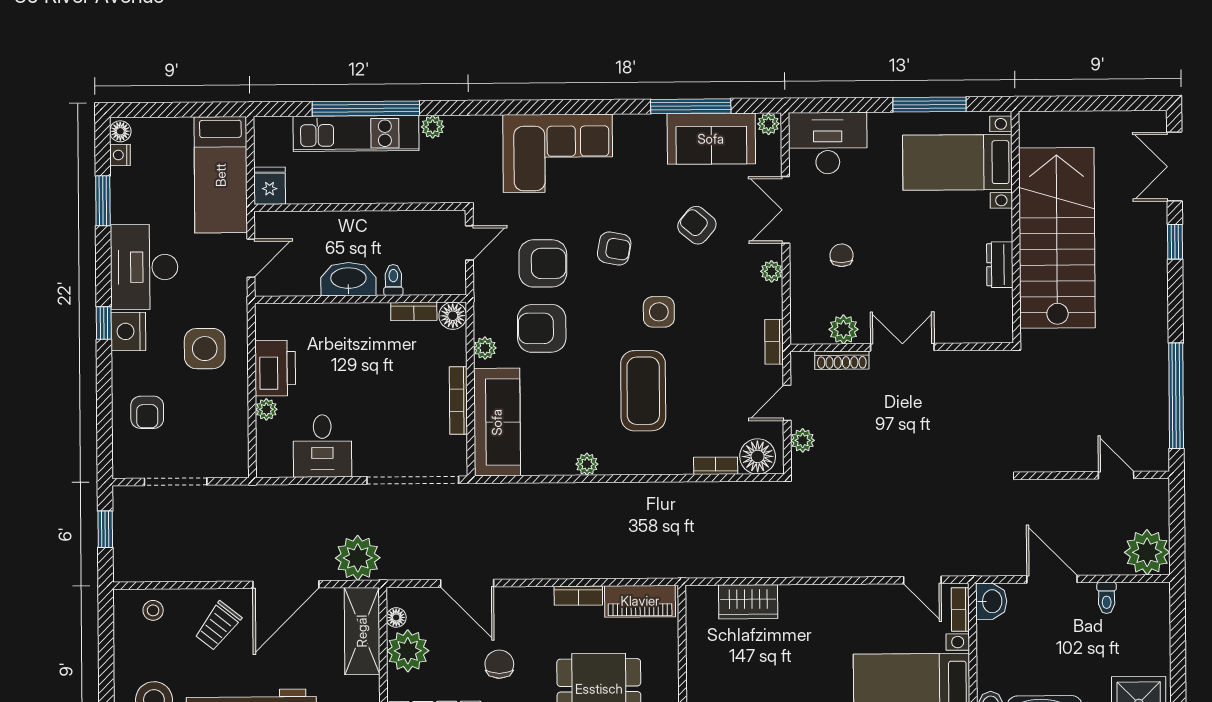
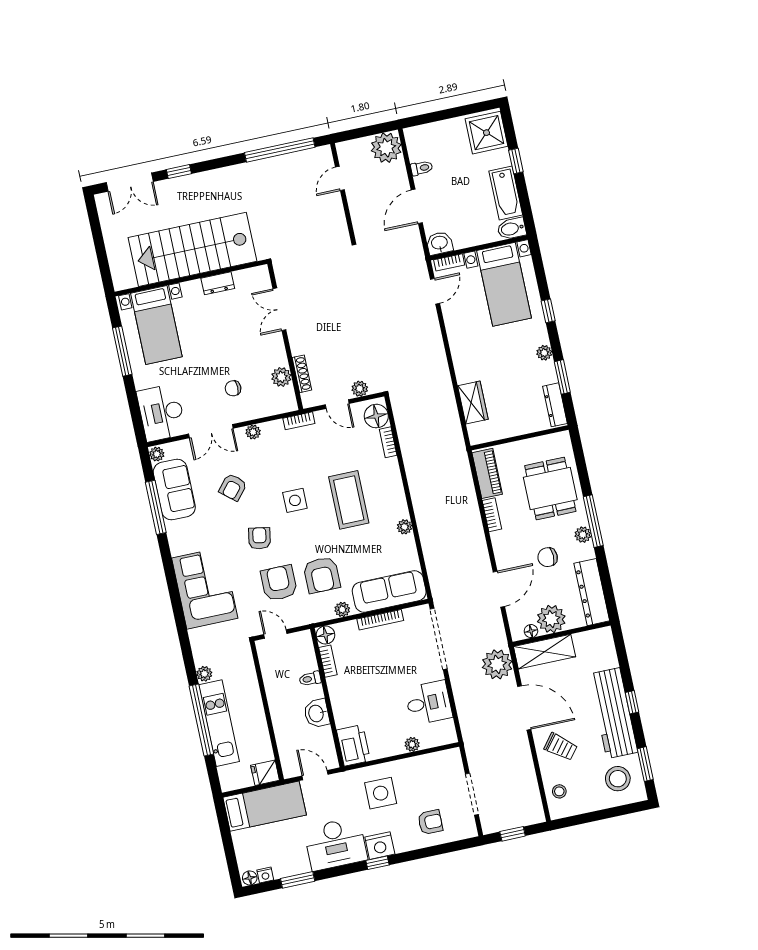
washbasin: (348, 279) -> (317, 713), width x0.72
double door: (902, 347) -> (279, 309), moved
printer: (275, 368) -> (353, 745), moved, turned 90
coffee table: (643, 391) -> (349, 500), turned 90

